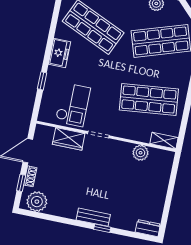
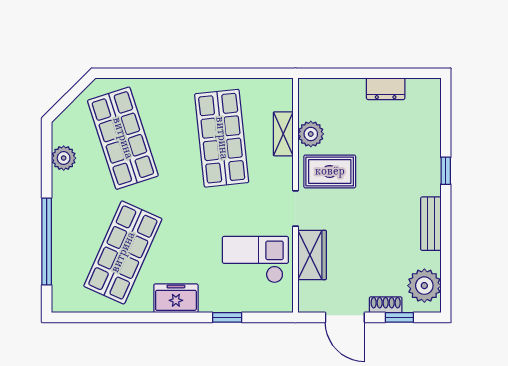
shelving: (164, 141) -> (283, 134), moved
rug: (116, 159) -> (330, 171), added
bench: (93, 217) -> (431, 224), moved
dresser: (148, 228) -> (386, 89), moved, turned -90

